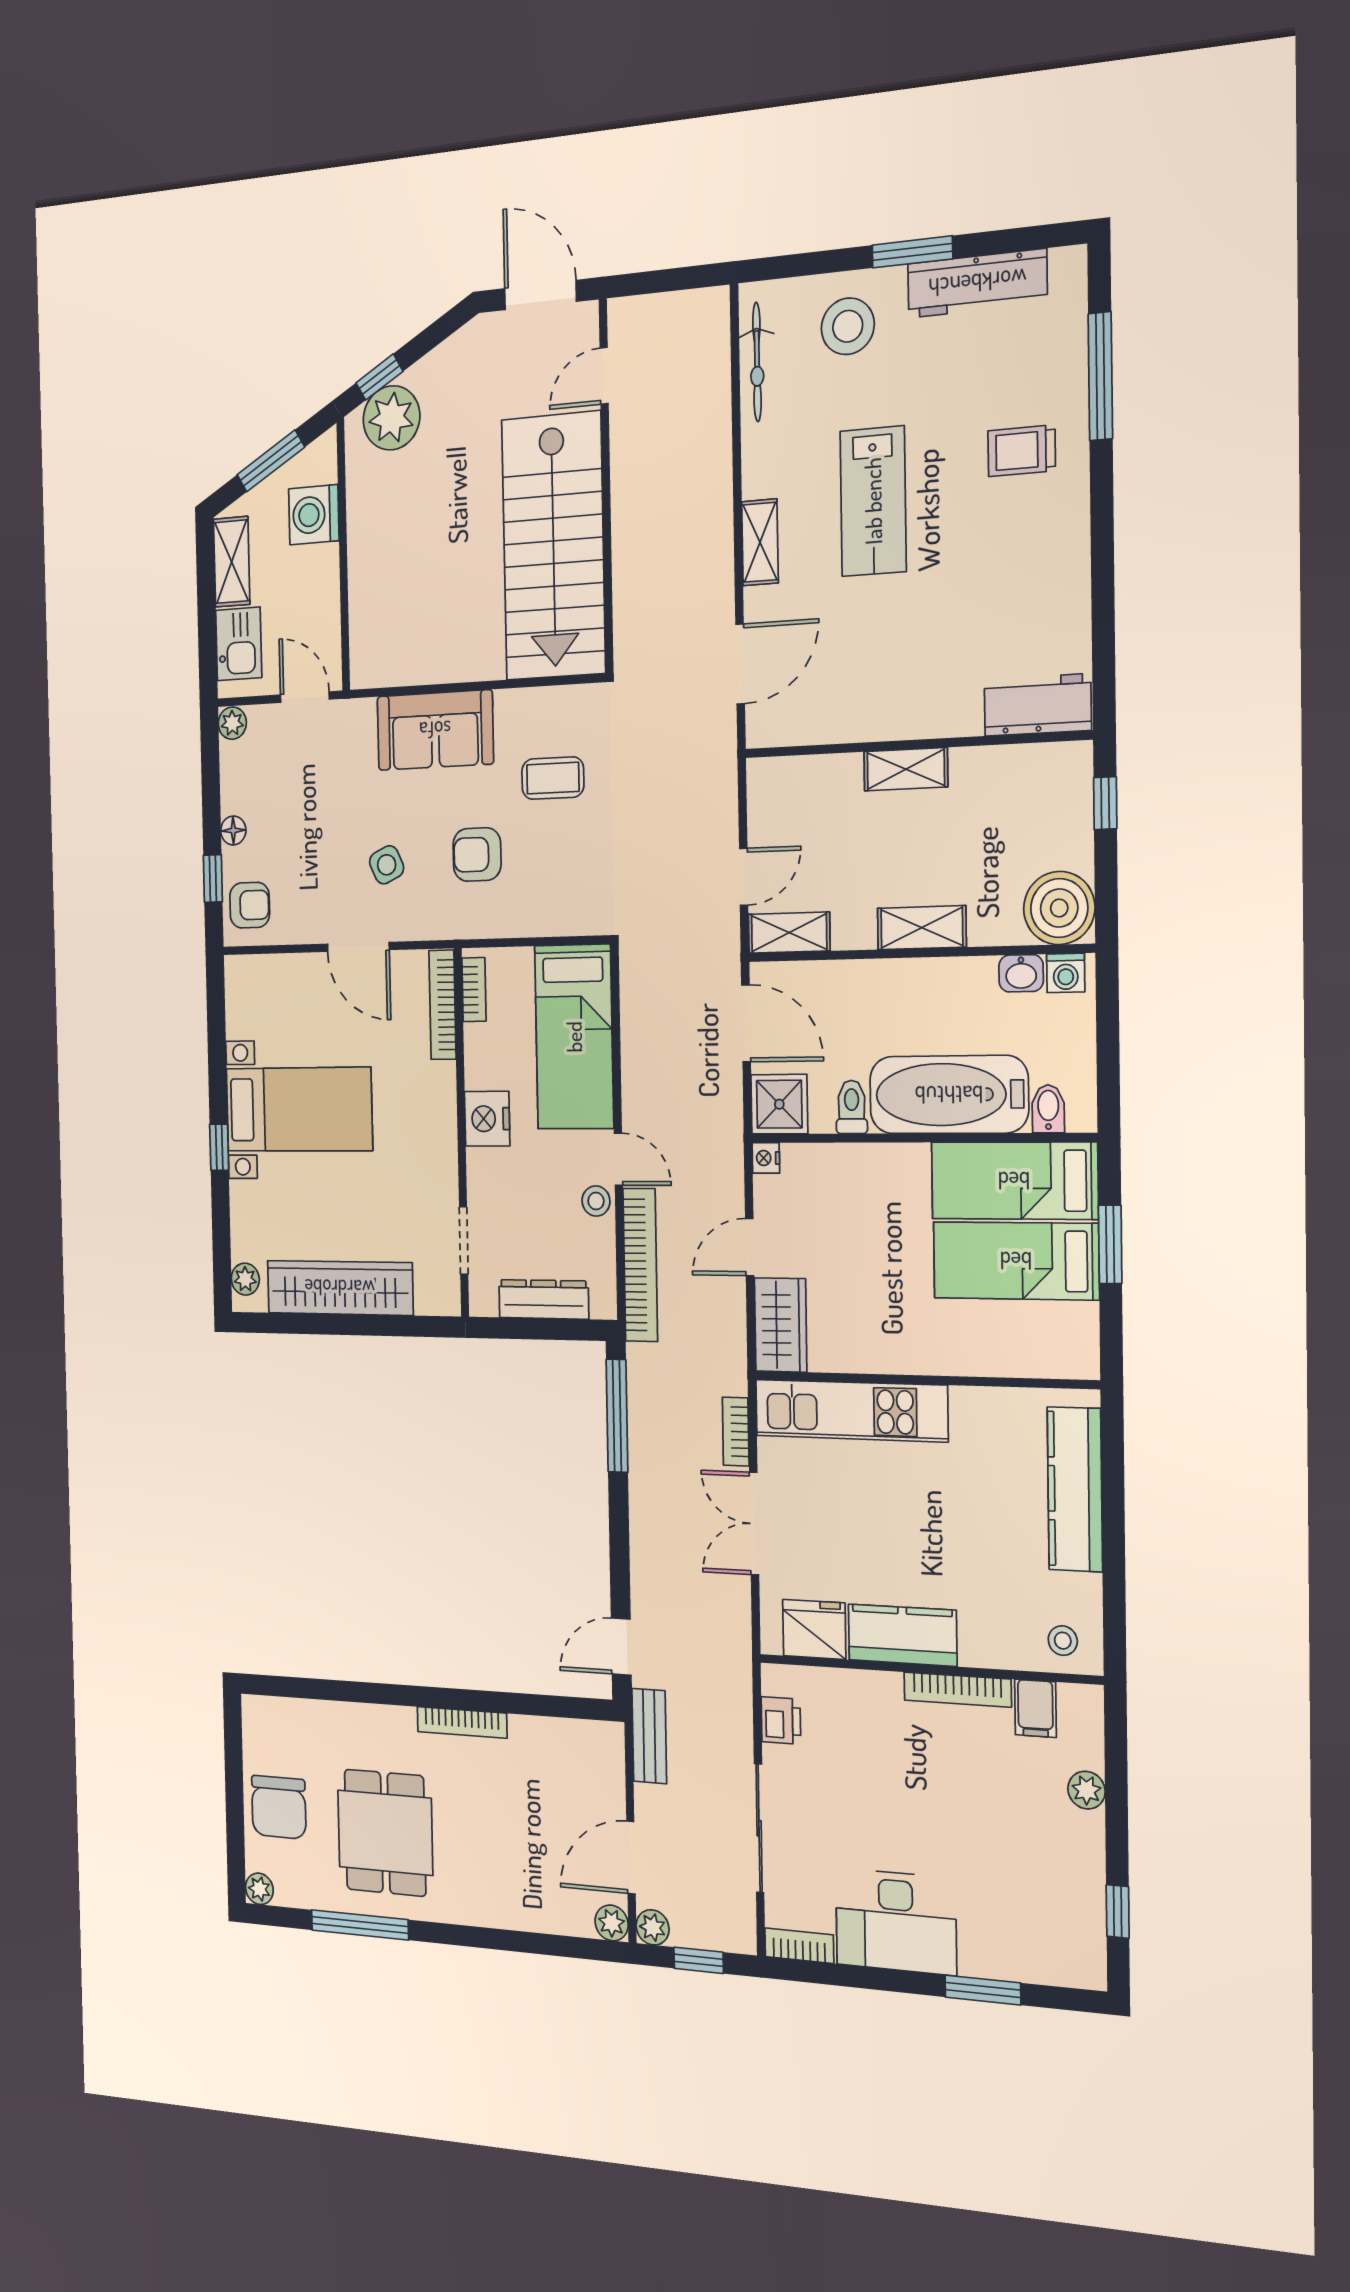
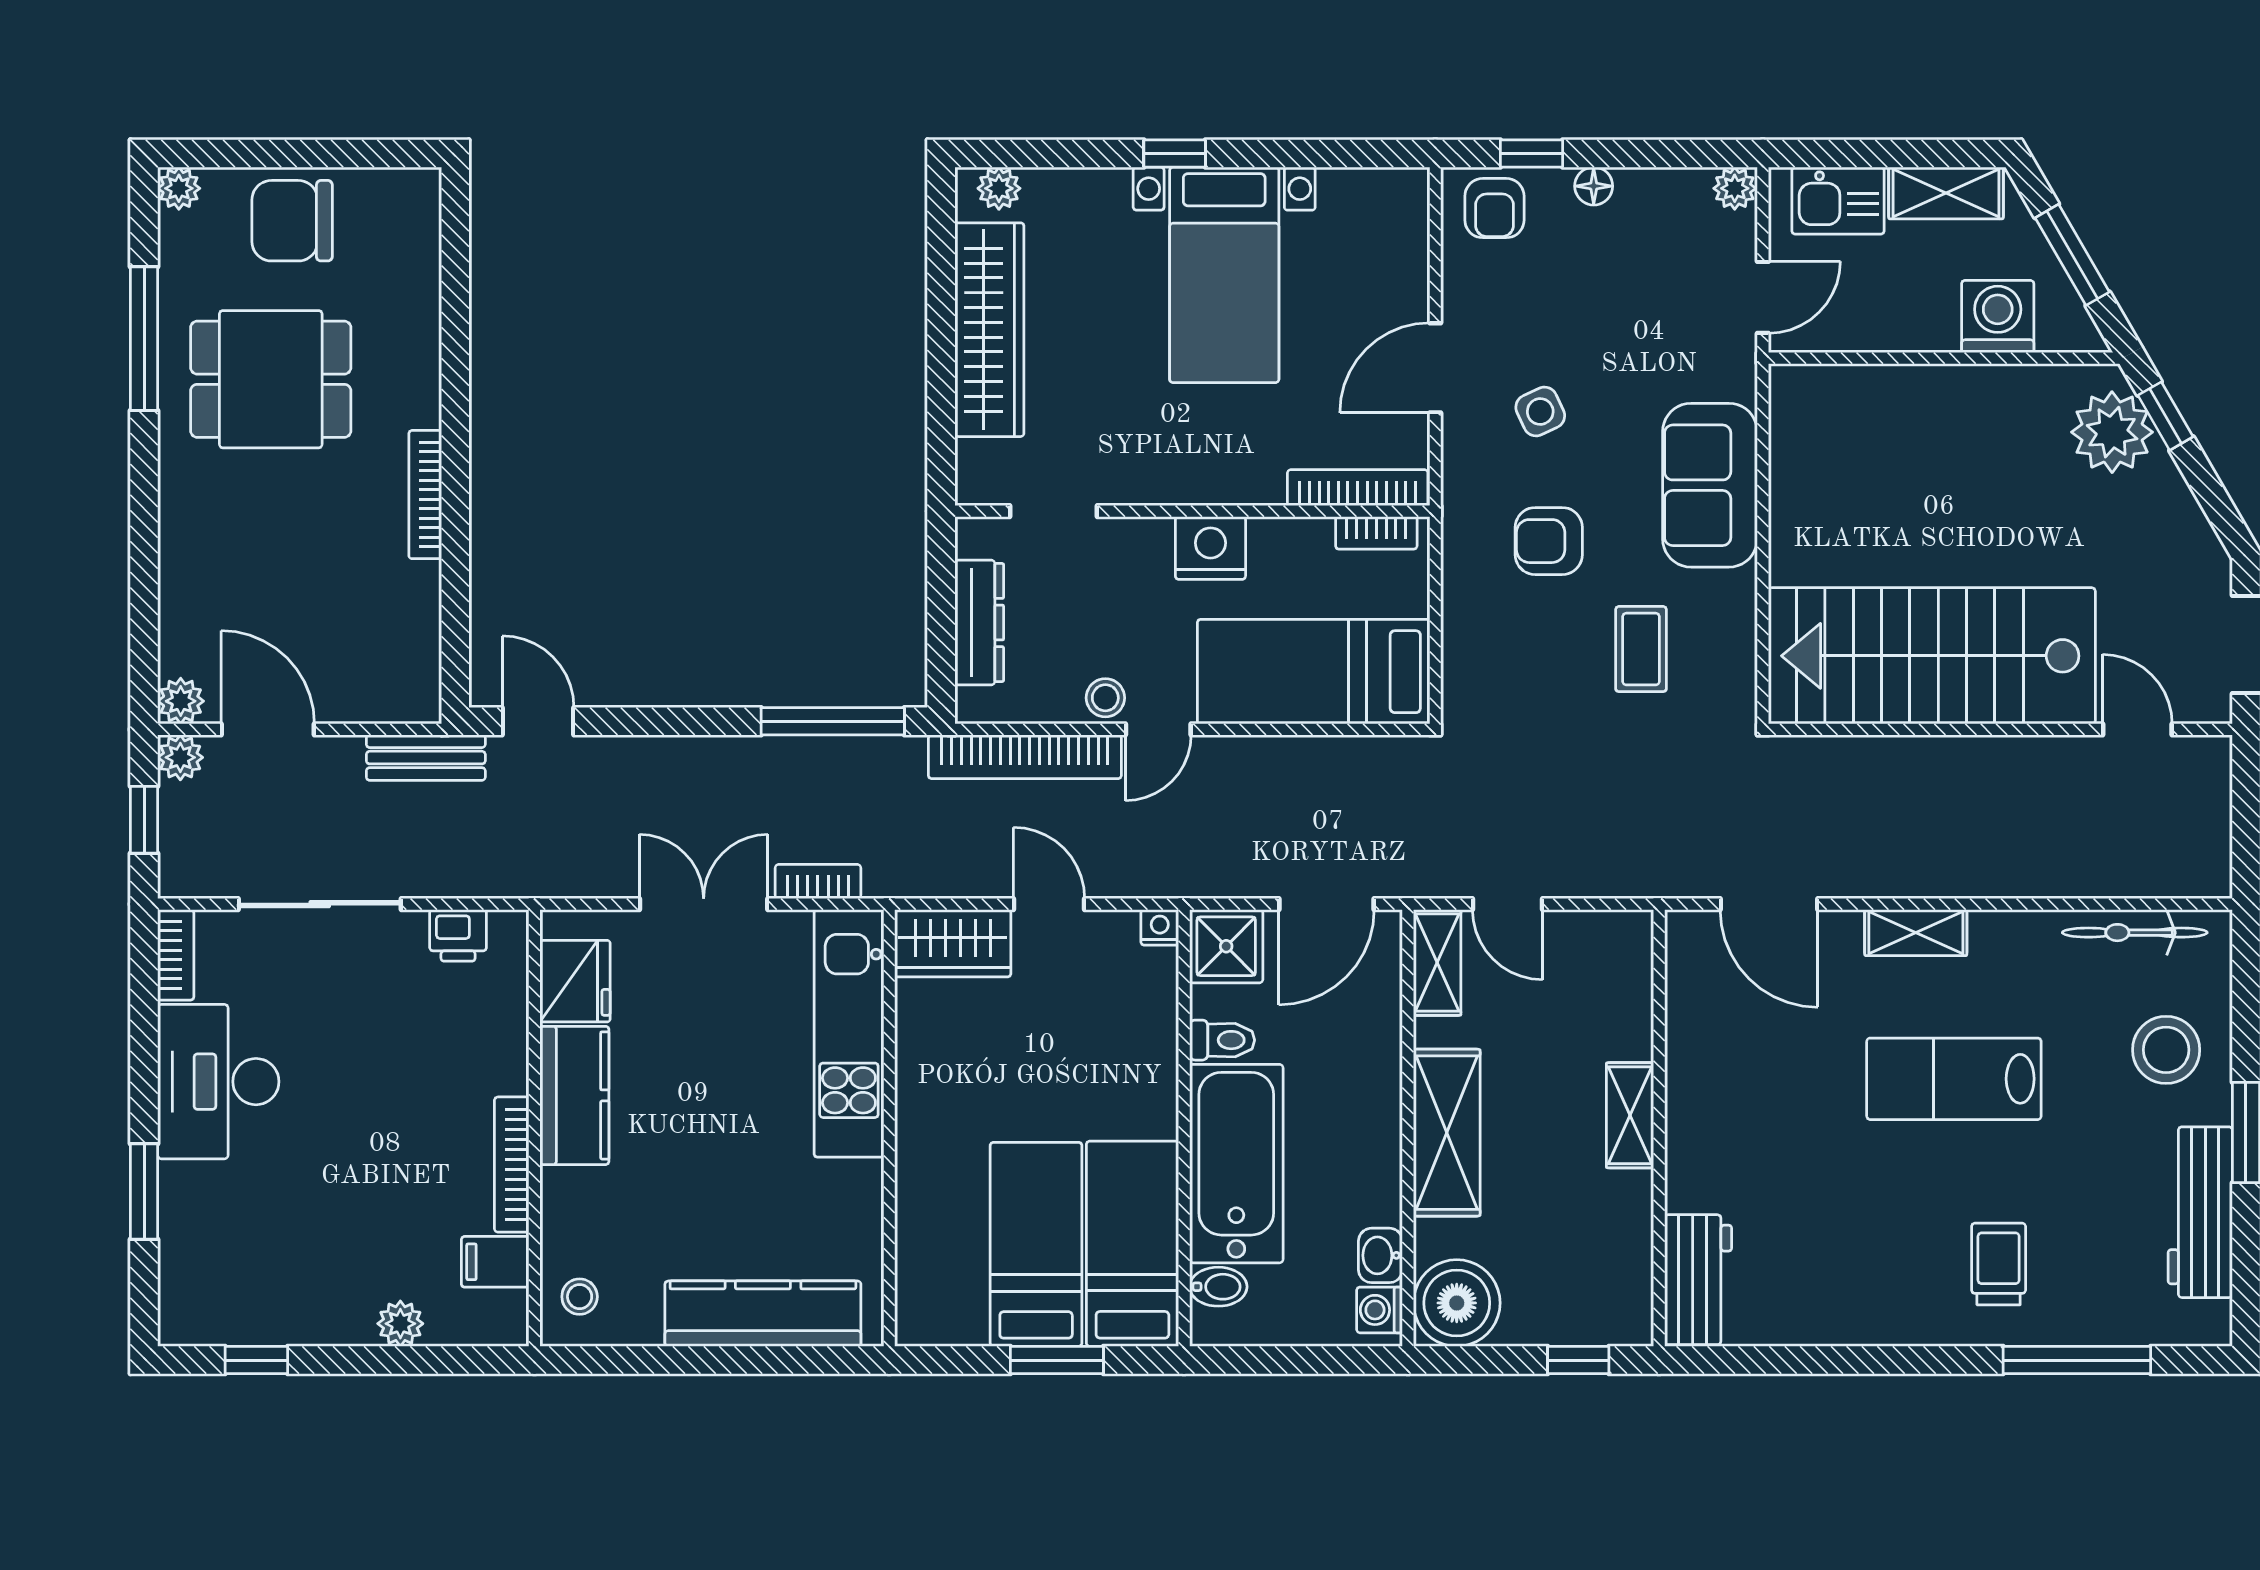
armchair: (477, 854) -> (1549, 541), turned -90
shelving: (922, 928) -> (1447, 1133), width x1.50, depth x1.33

